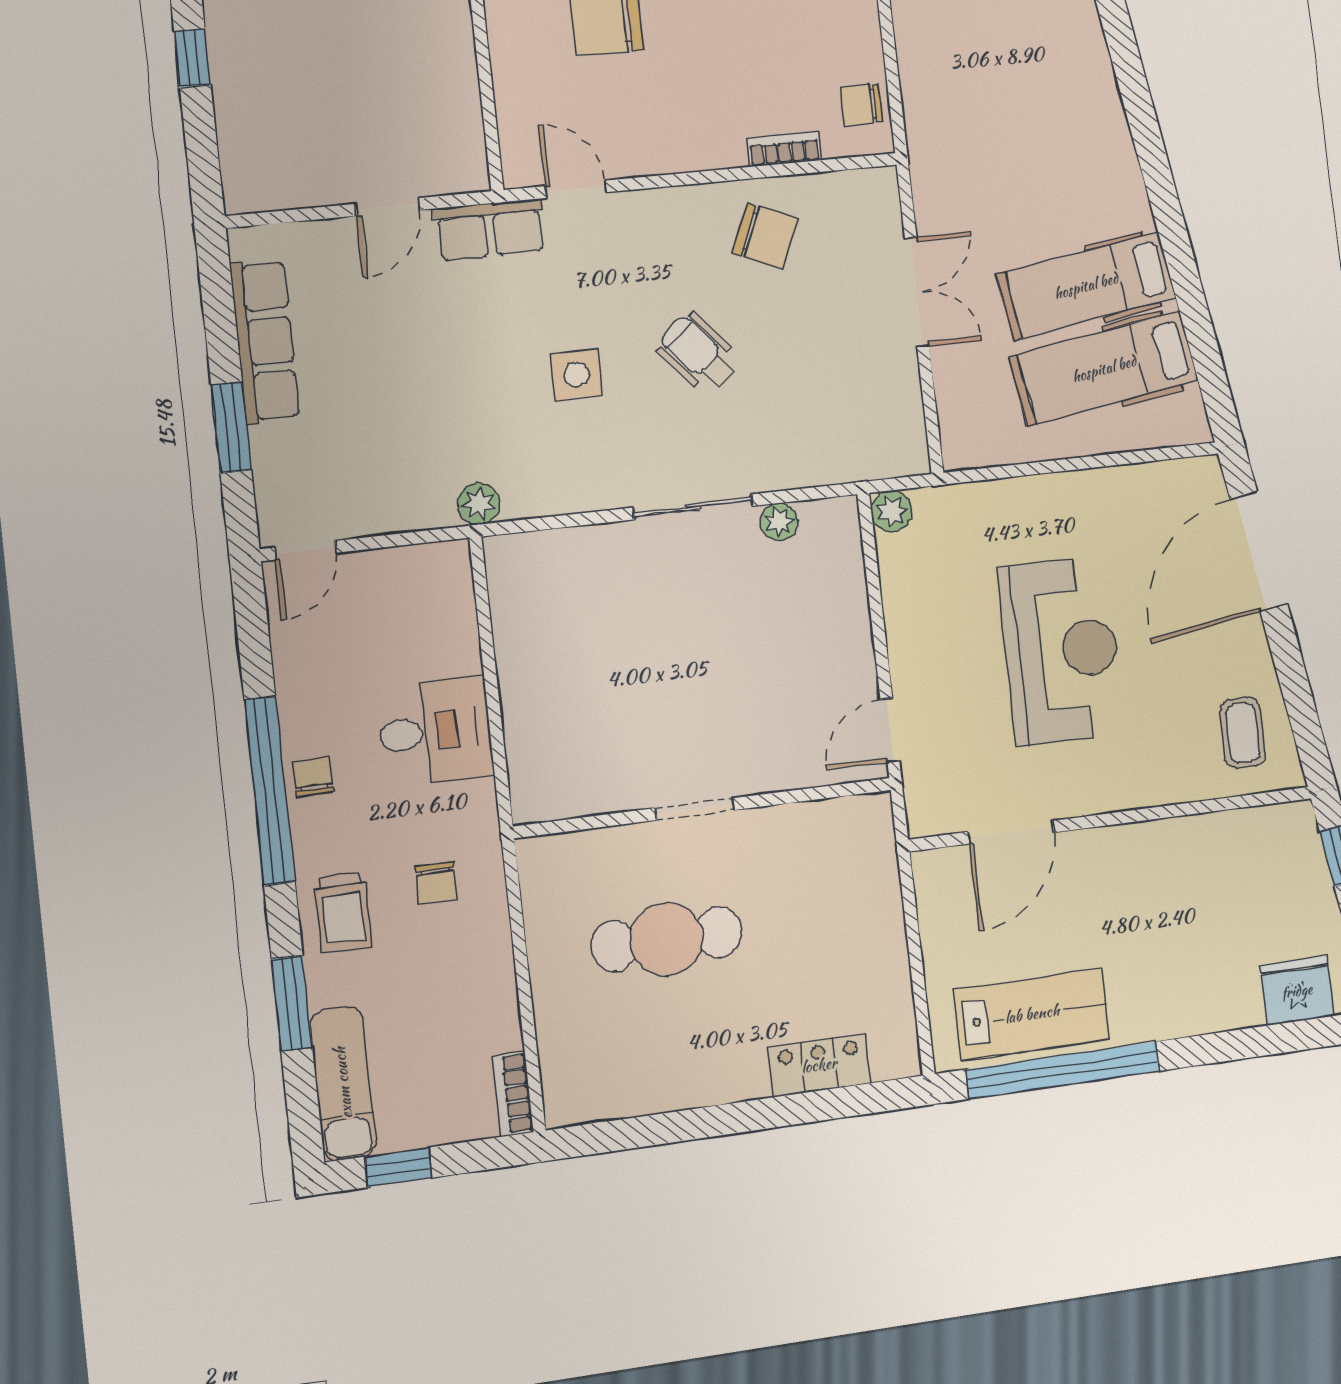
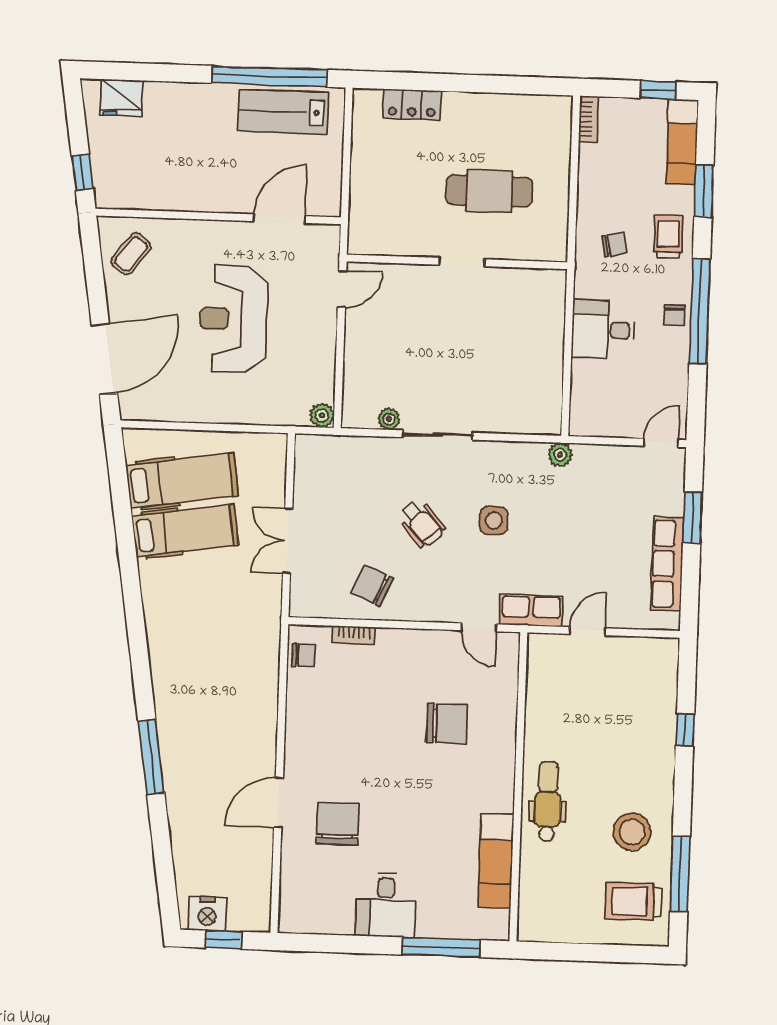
coffee table: (1243, 733) -> (131, 254), turned 38
chair: (436, 883) -> (615, 245), turned 79

